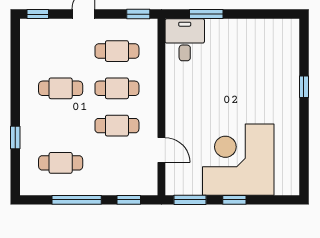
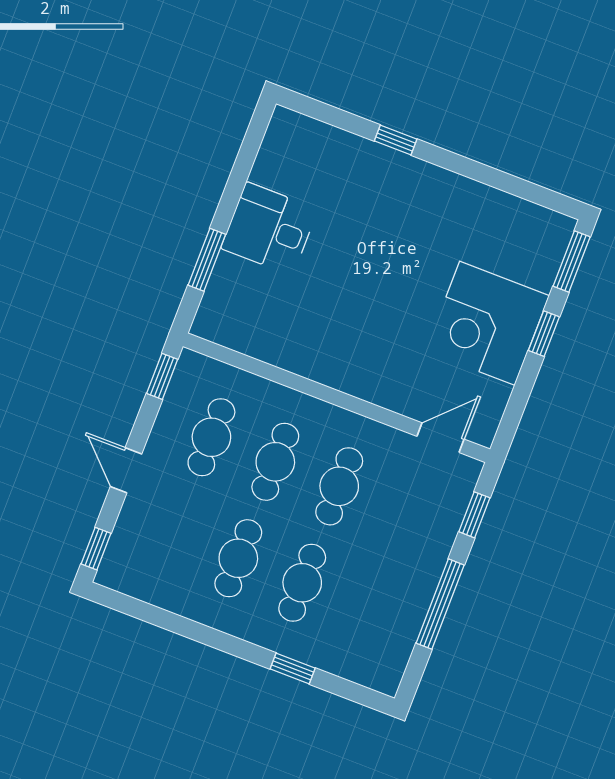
desk: (185, 40) -> (269, 229), moved
door: (161, 150) -> (441, 438), moved
corner desk: (238, 160) -> (487, 323), width x0.74, depth x0.74
cafe table: (61, 163) -> (302, 583), moved
window: (190, 200) -> (572, 262), moved

